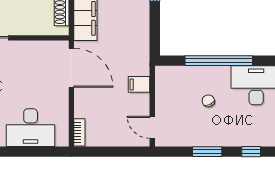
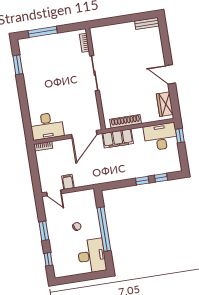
filing cabinet: (139, 84) -> (68, 182), moved
door: (152, 127) -> (54, 193), swing flipped
desk: (31, 128) -> (47, 126), moved, turned -90

